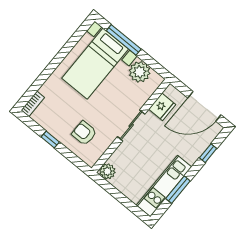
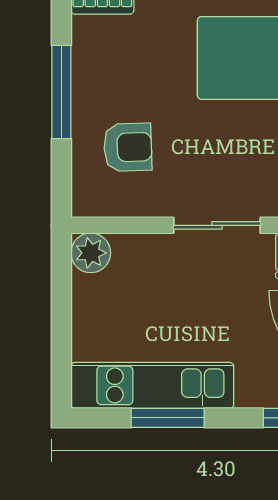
armchair: (84, 133) -> (128, 147), turned 88
window: (50, 140) -> (61, 92), width x2.17

